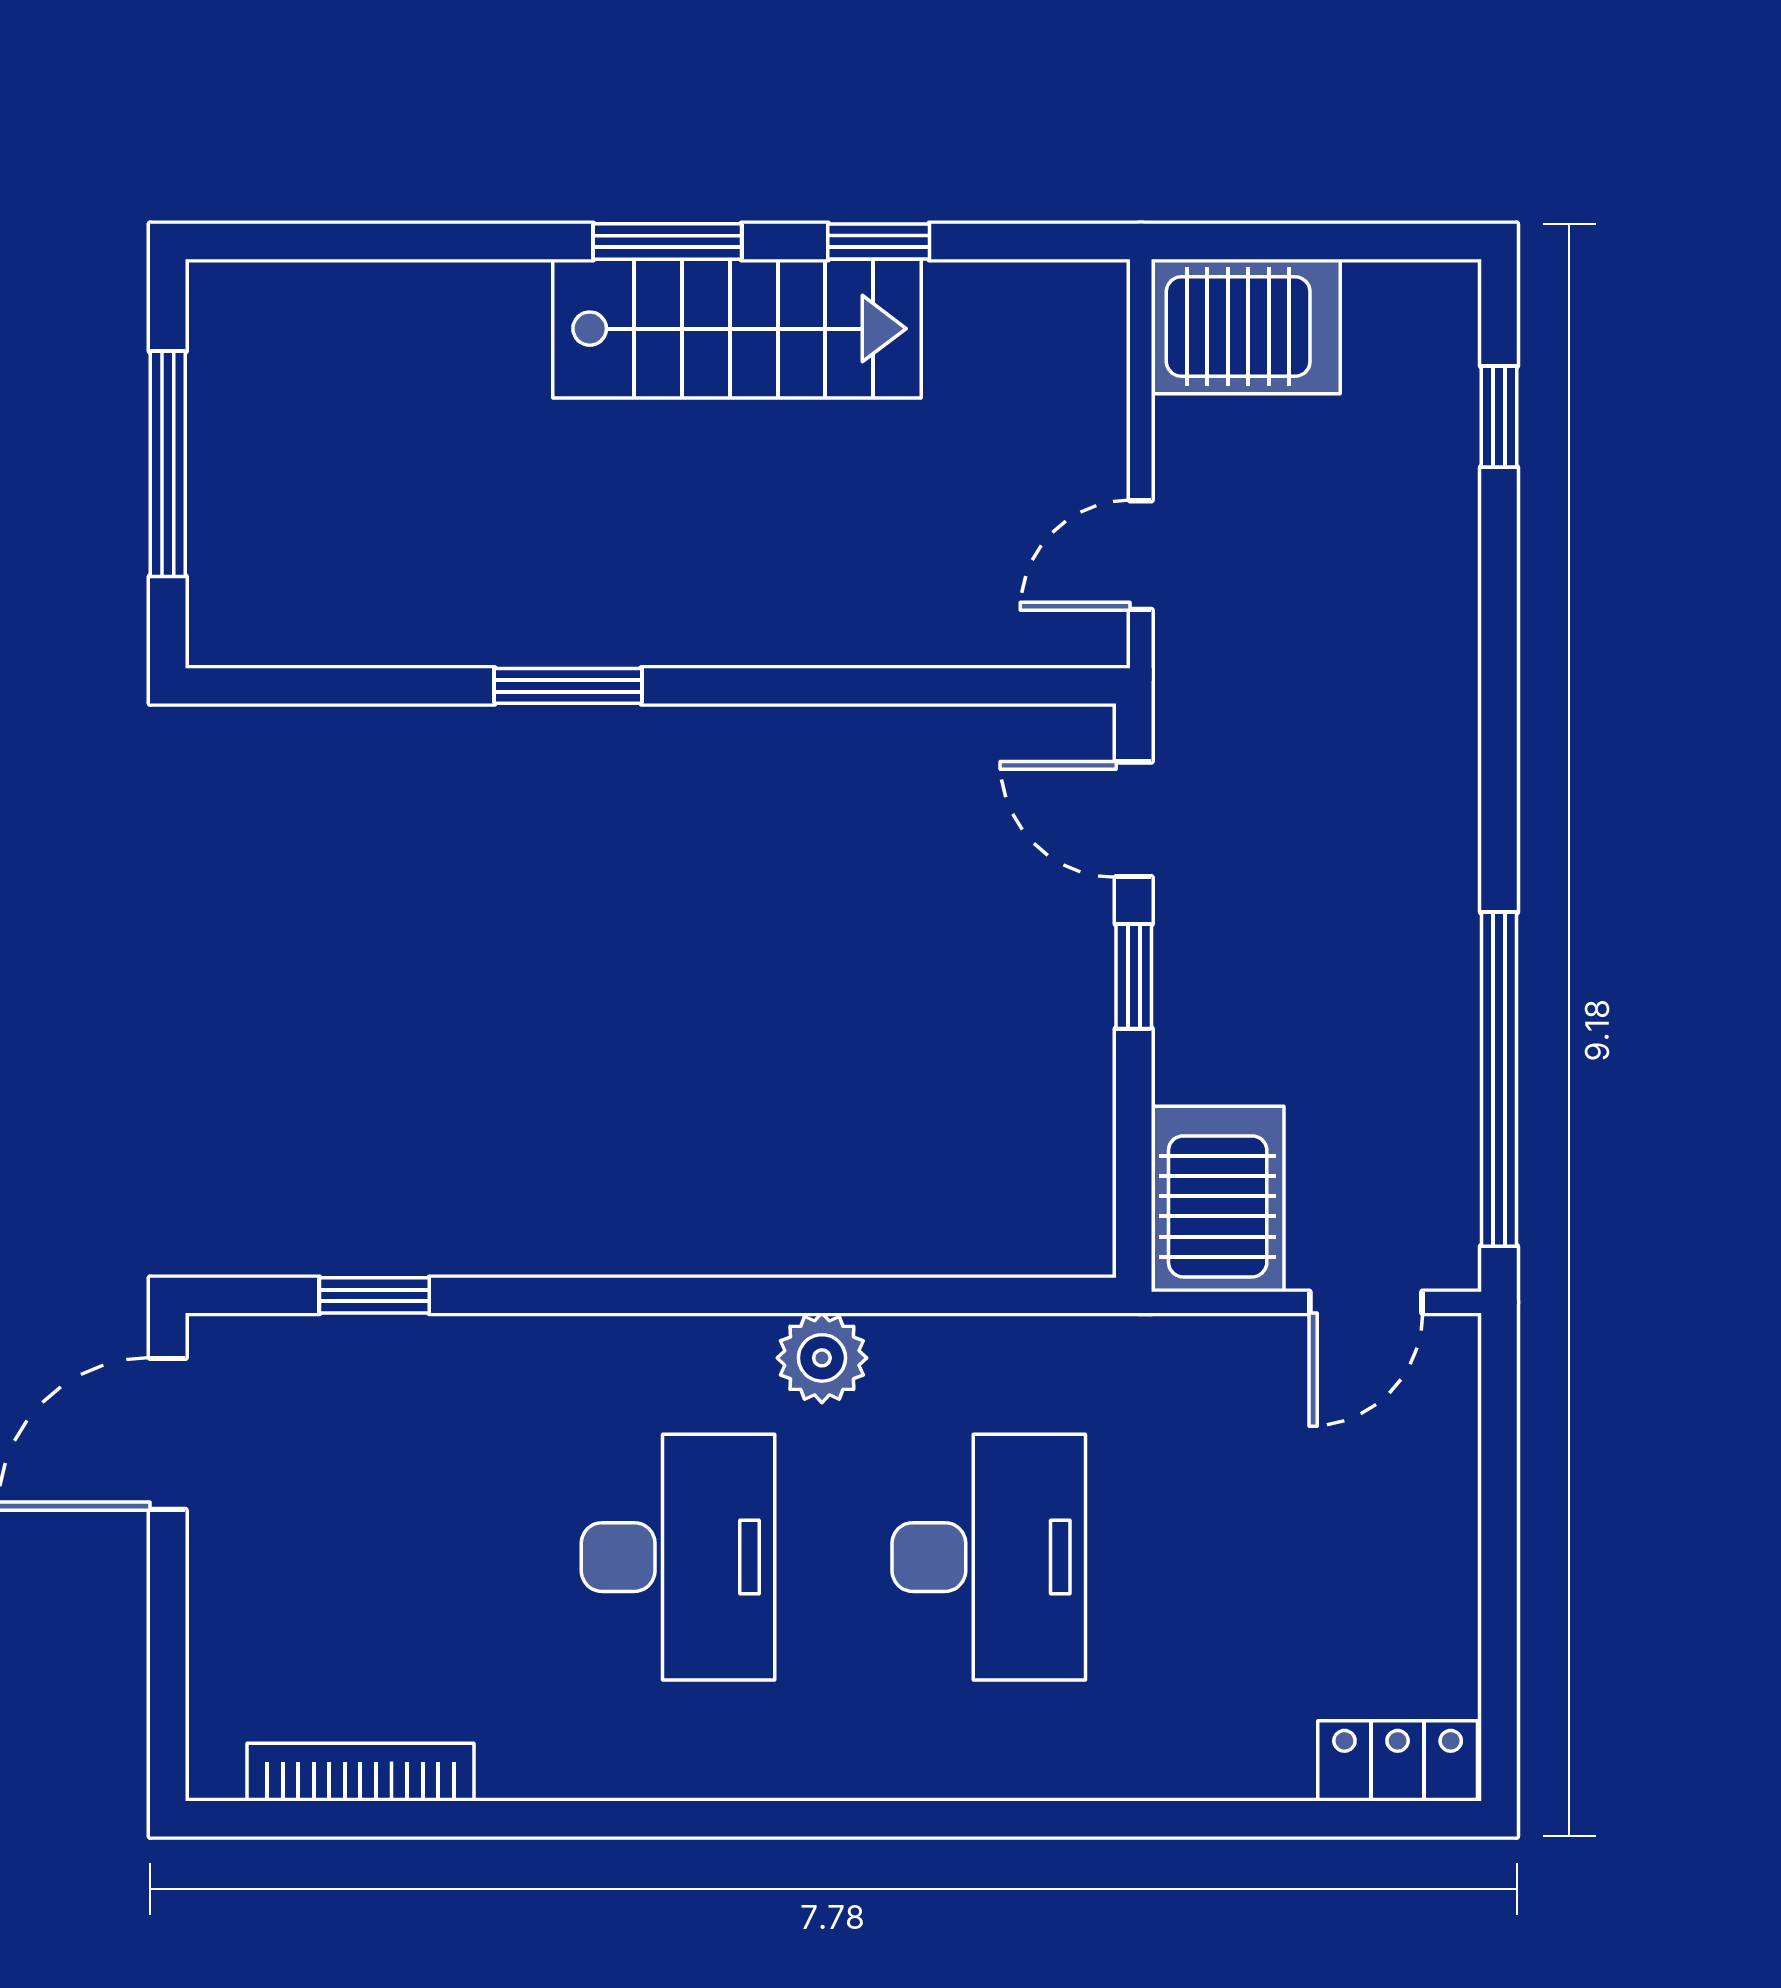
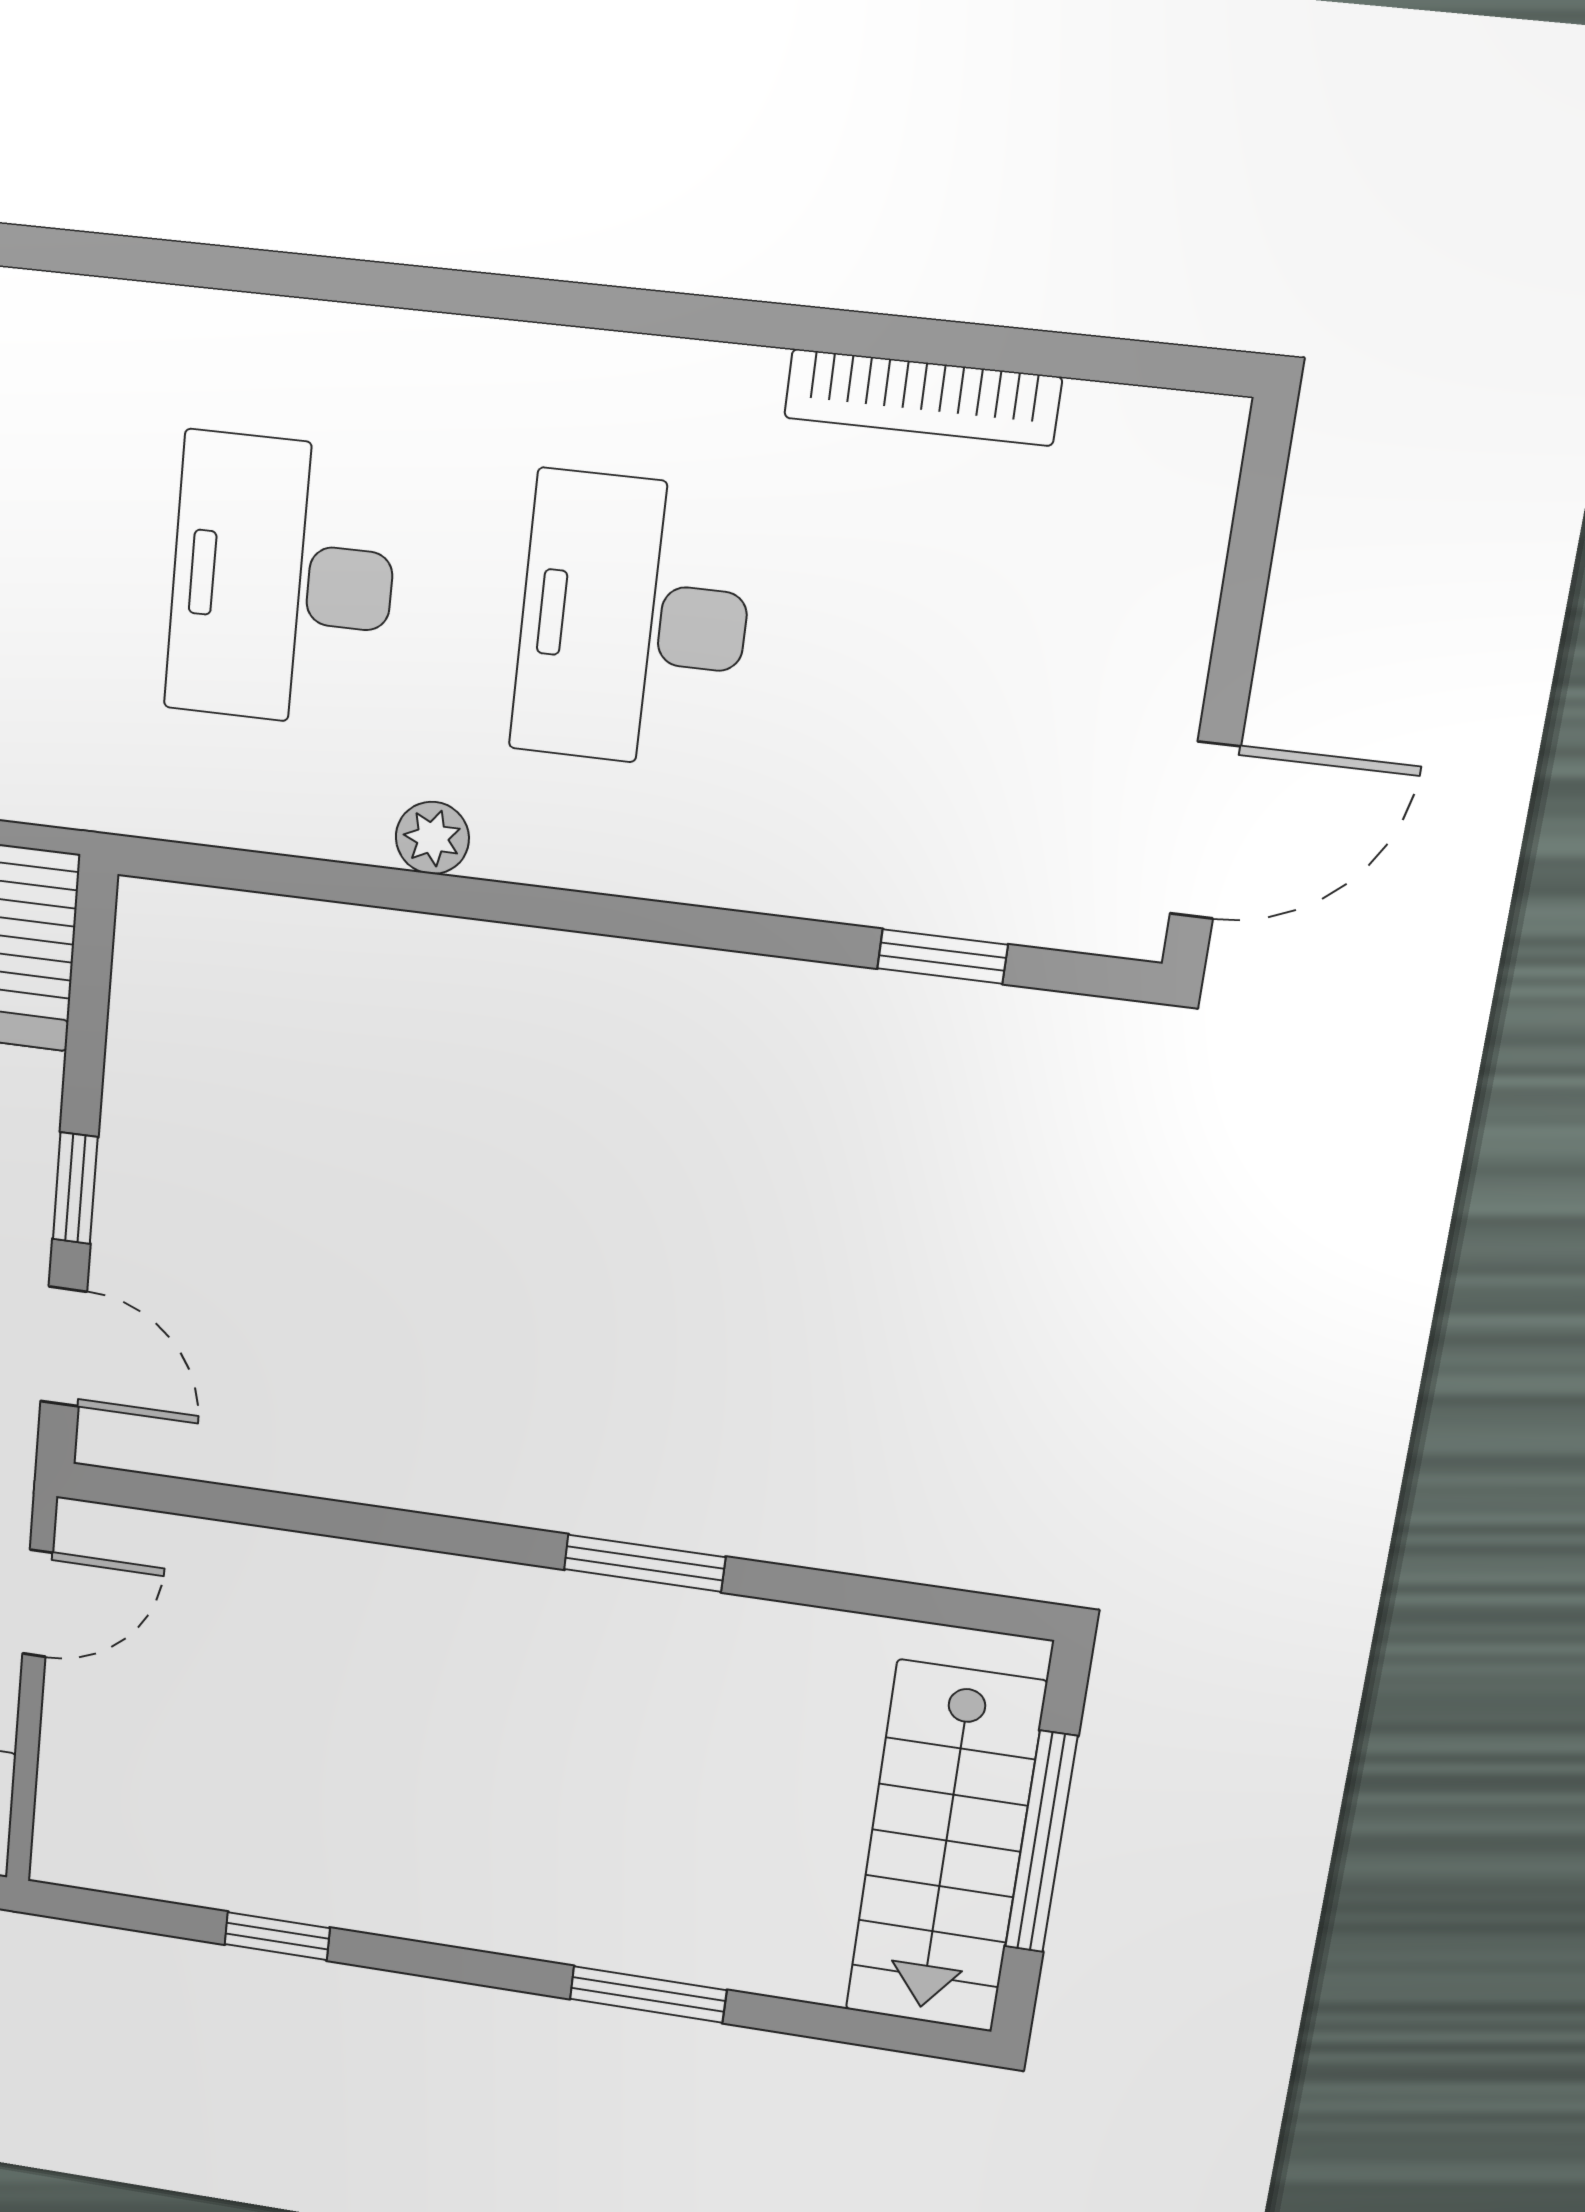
window: (667, 242) -> (648, 1995), moved
stairs: (737, 329) -> (945, 1848), moved, turned -90
plant: (822, 1358) -> (432, 838), width x0.73, depth x0.73
bookcase: (360, 1772) -> (922, 397), moved

